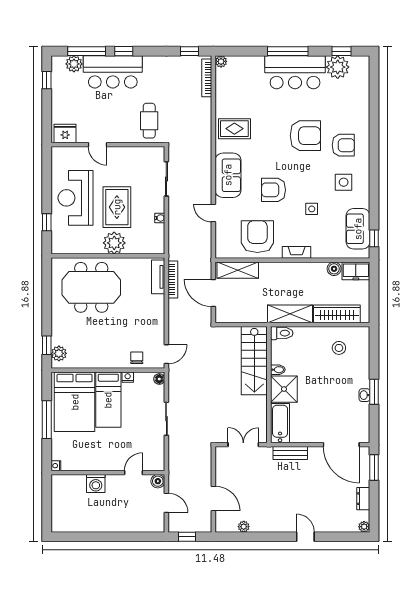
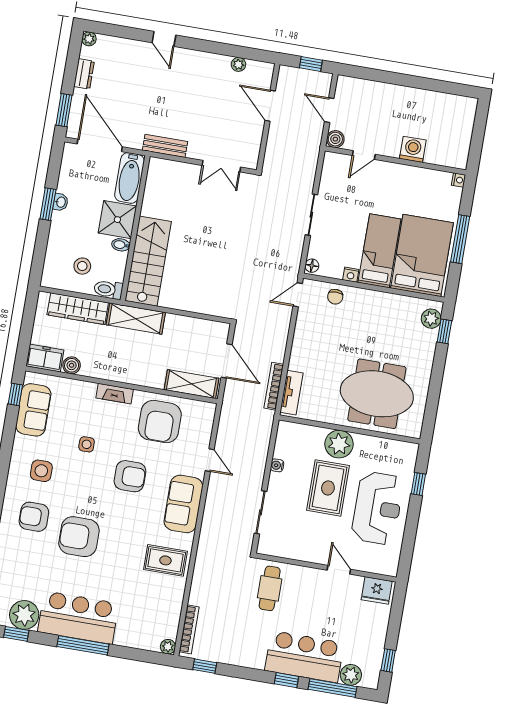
toilet: (282, 333) -> (108, 289), moved
stairs: (254, 361) -> (148, 261), moved
bidet: (278, 370) -> (121, 245), moved
wall: (269, 385) -> (135, 228), moved
shower: (284, 389) -> (117, 220), moved
bathtub: (280, 423) -> (130, 178), moved

